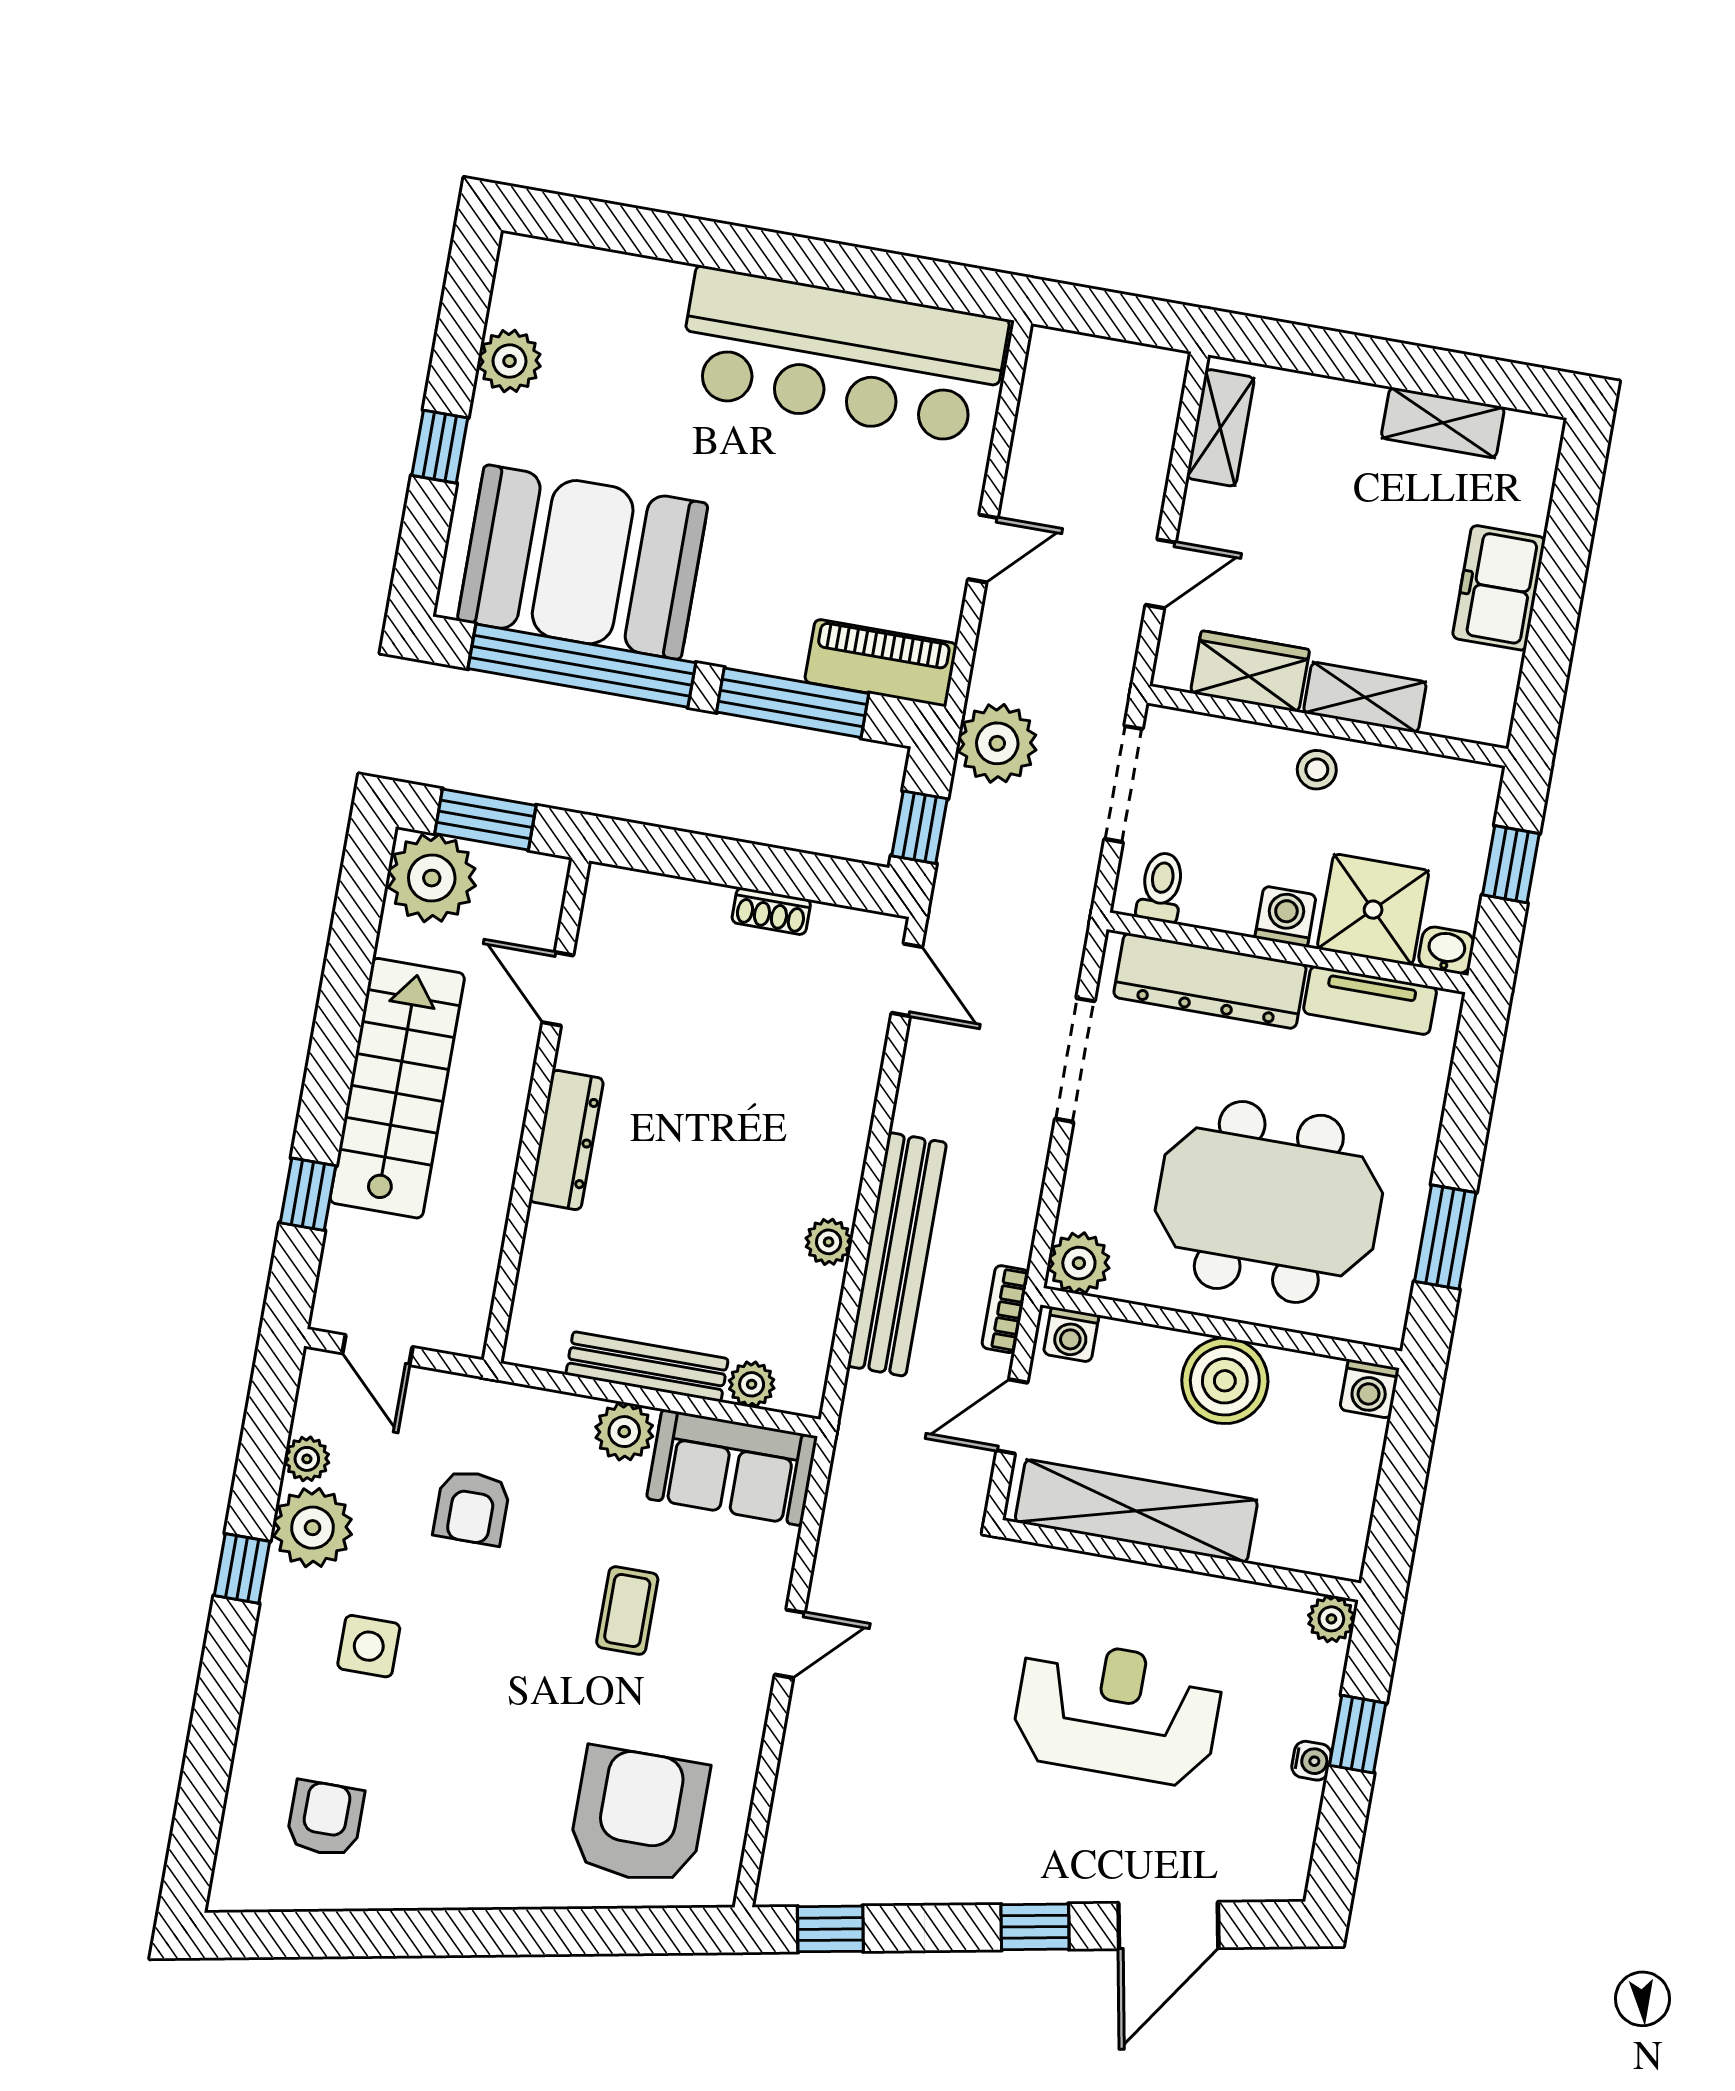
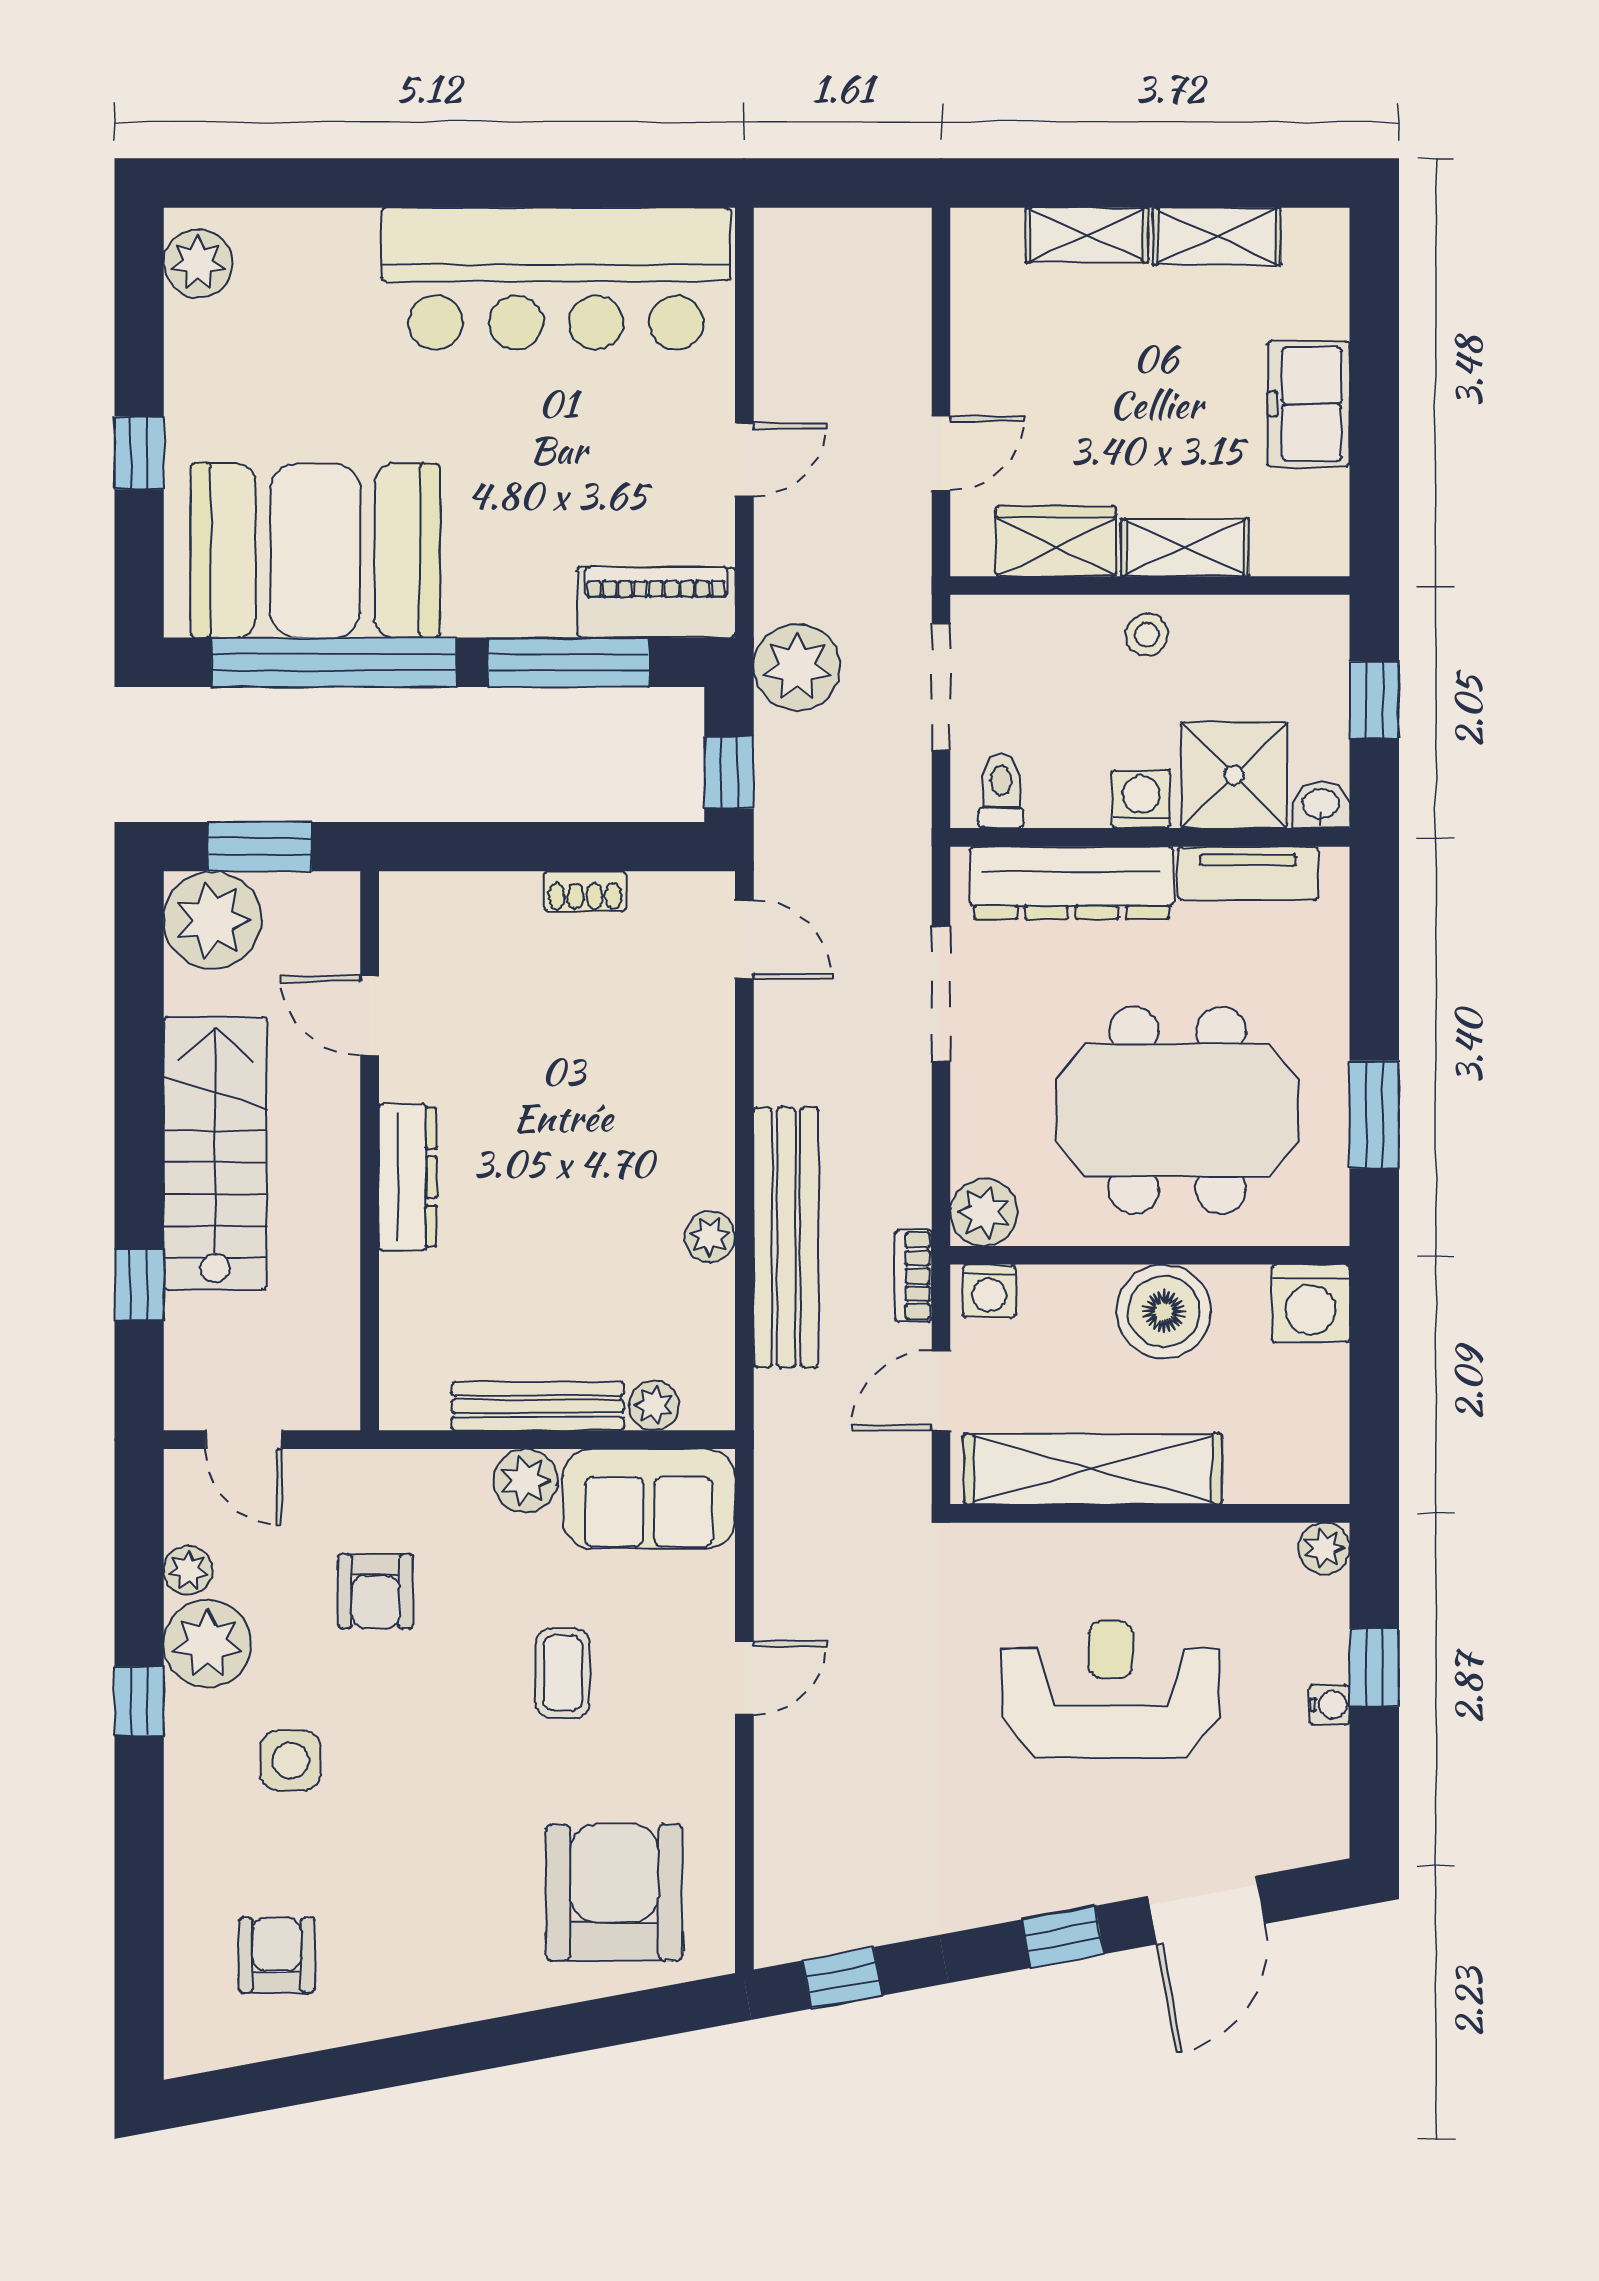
plant: (510, 361) -> (198, 263), moved
shelving: (1220, 428) -> (1087, 235), moved, turned 90
washing machine: (1369, 1389) -> (1311, 1303), width x1.38, depth x1.38

